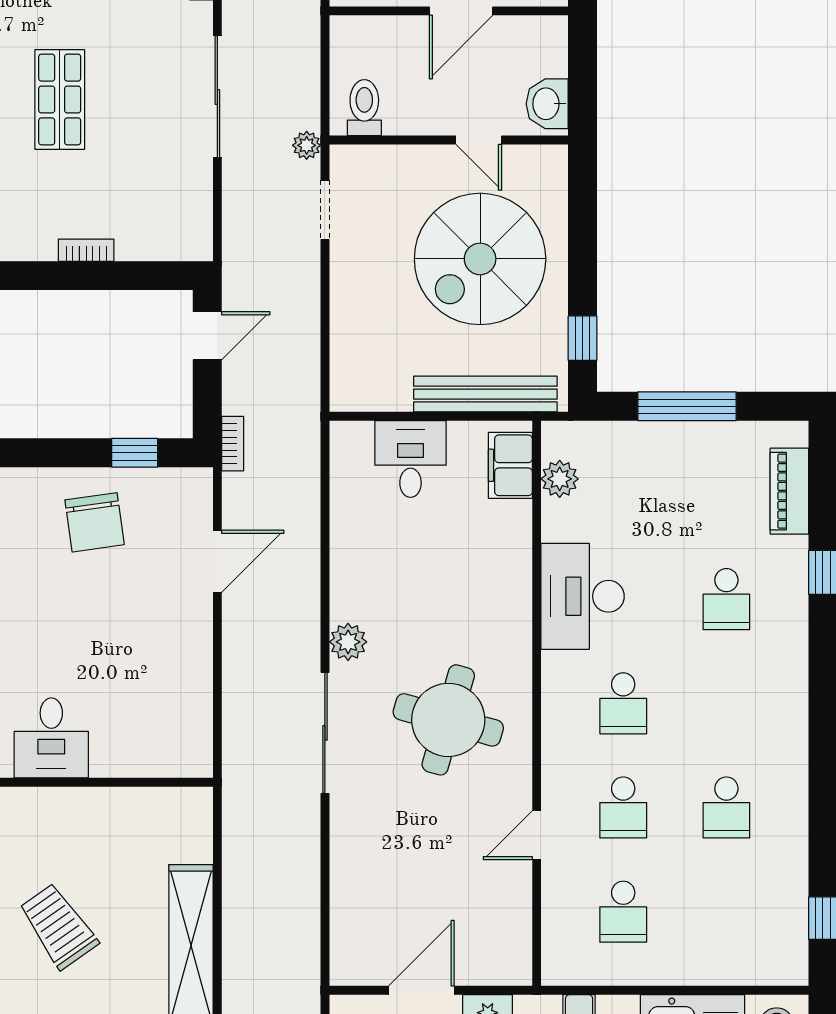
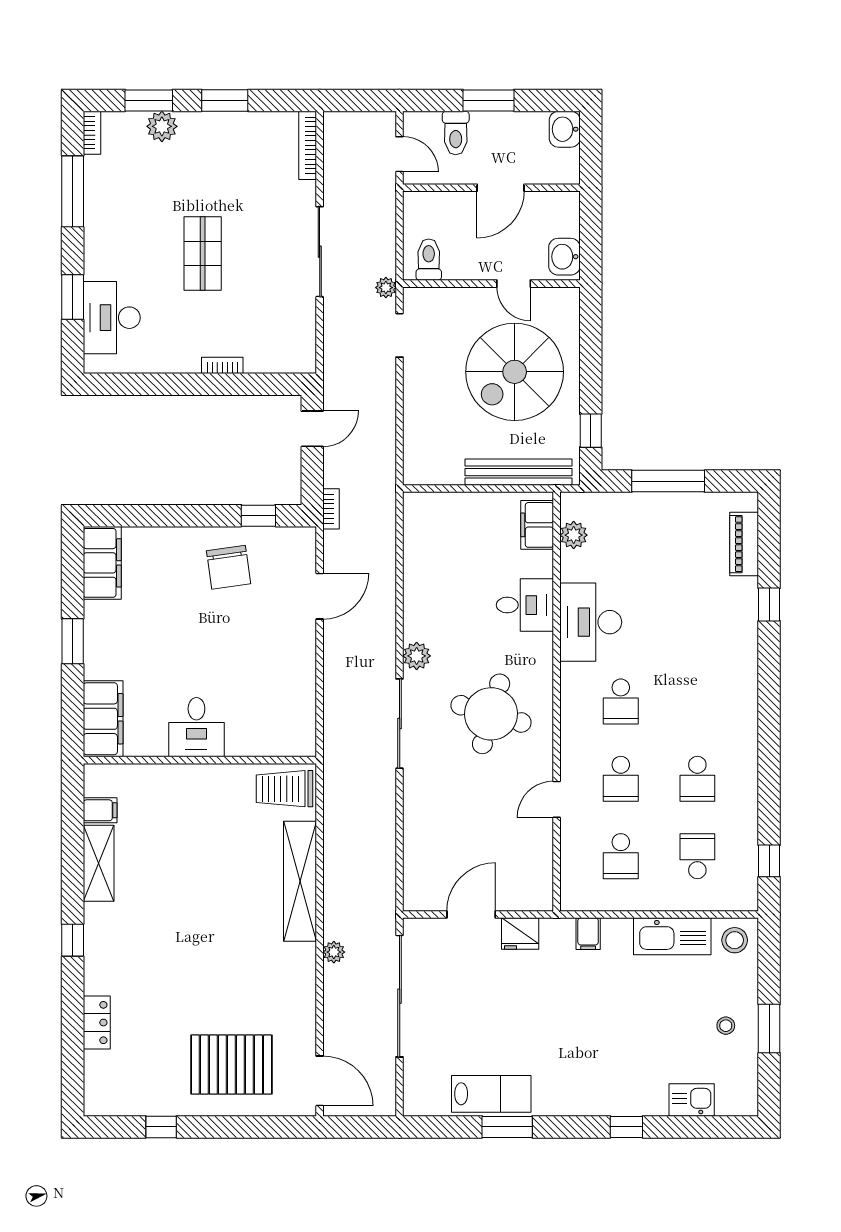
desk: (411, 459) -> (525, 605), moved, turned 90
school desk: (726, 599) -> (697, 856), moved, turned 180
trolley: (58, 926) -> (285, 789), moved, turned -55

